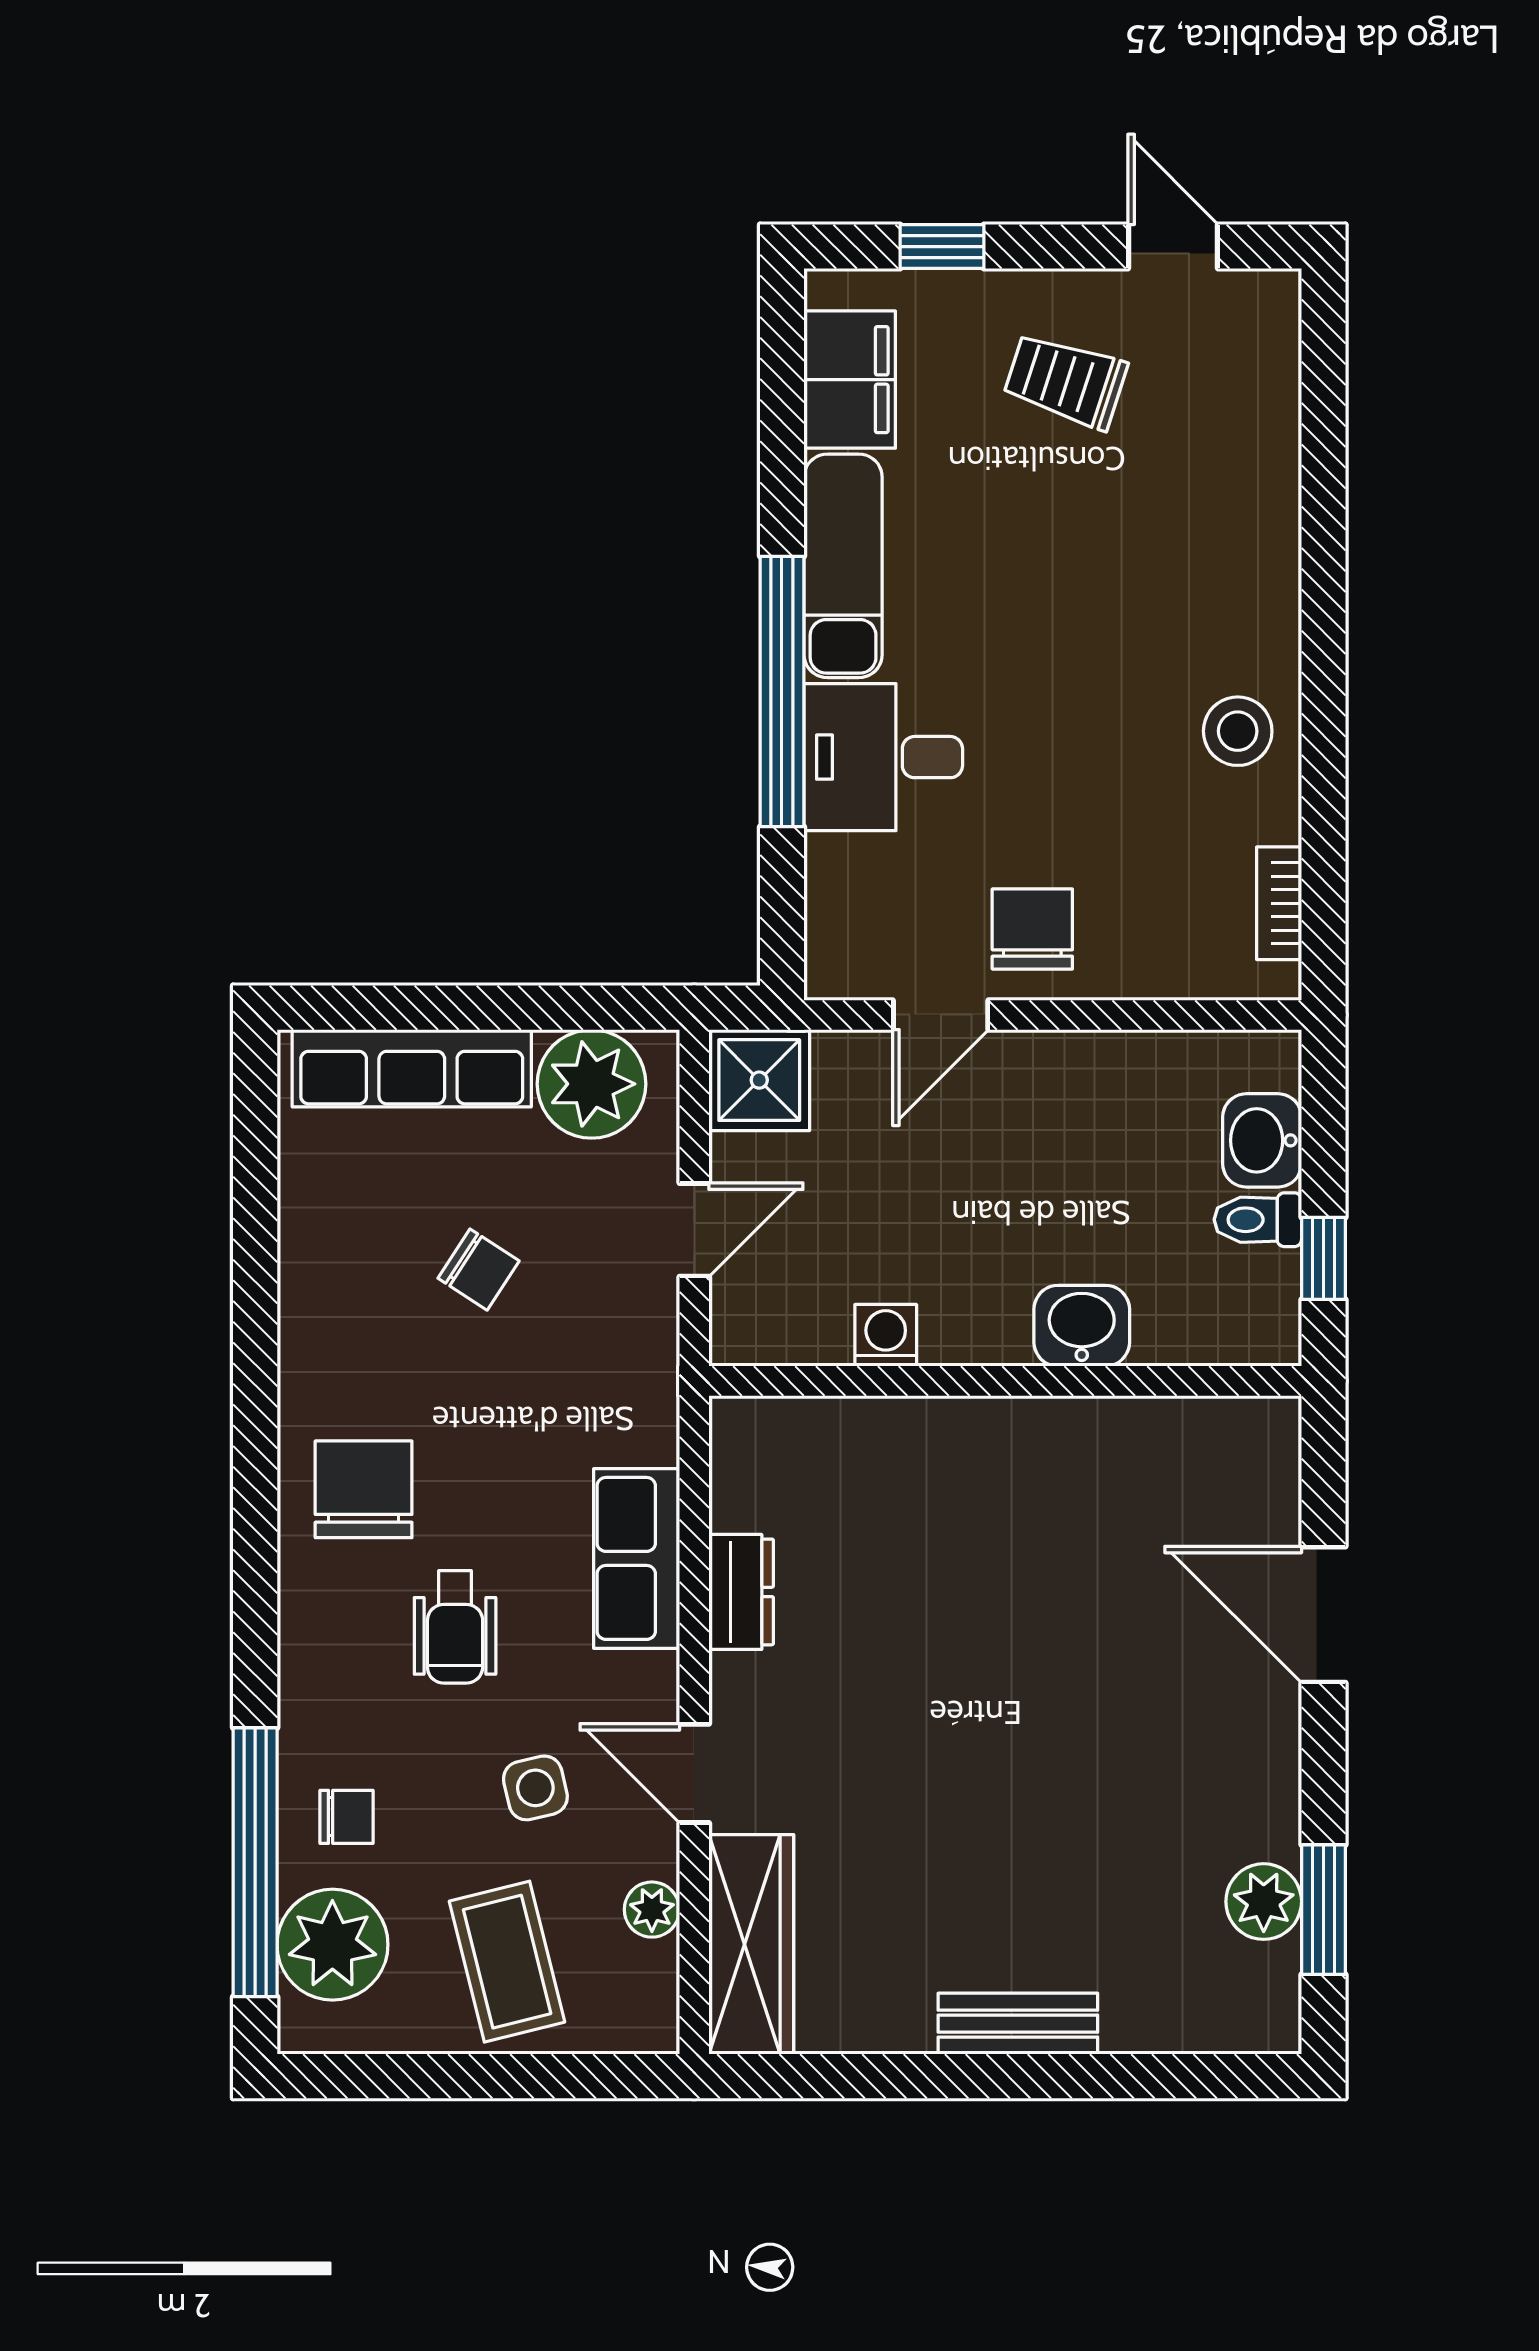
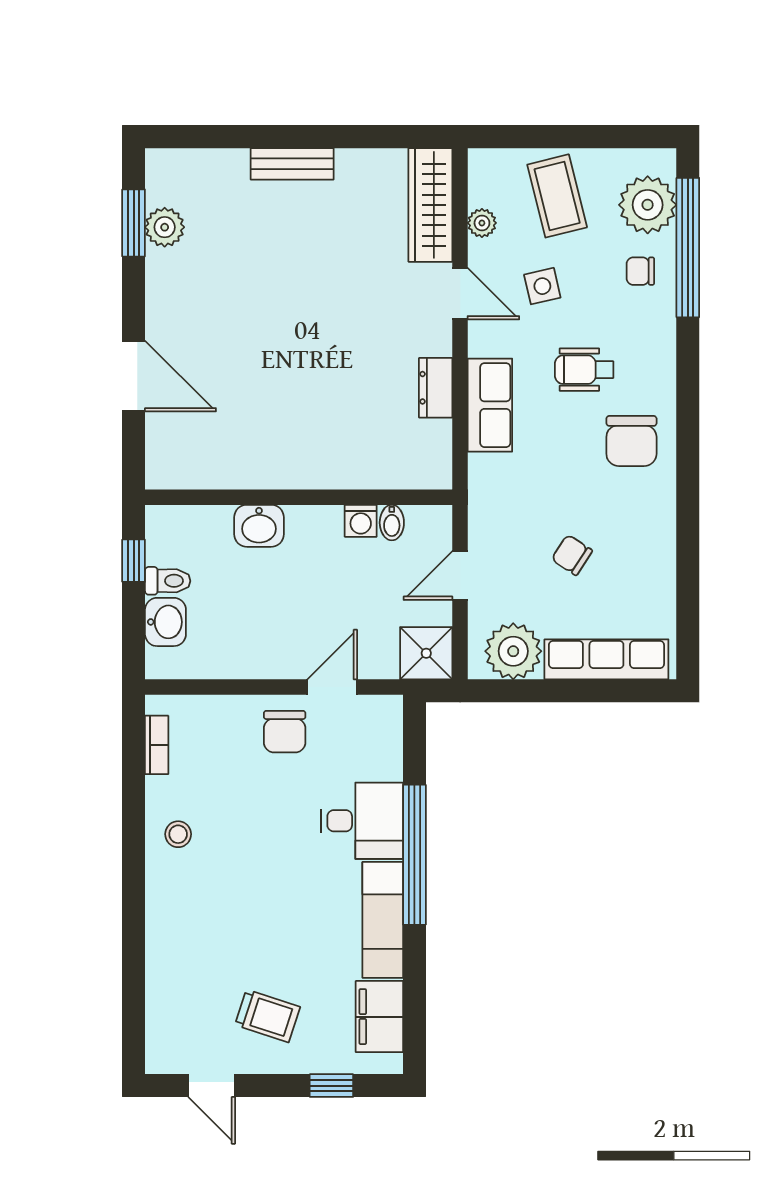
stool: (1238, 731) -> (178, 834), width x0.73, depth x0.73
bidet: (826, 1332) -> (392, 523), added
wheelchair: (455, 1627) -> (584, 370), turned -90

